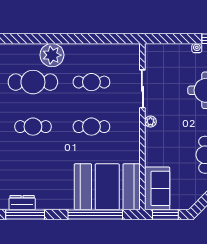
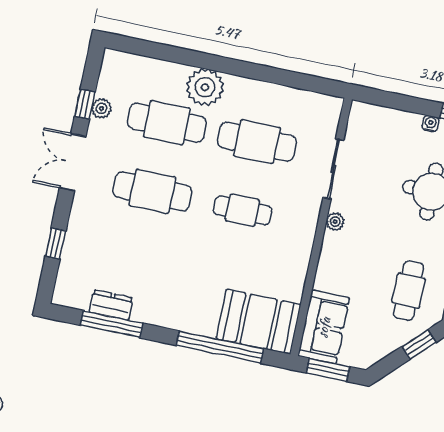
cafe table: (91, 82) -> (257, 142), width x1.37, depth x1.35
cafe table: (33, 127) -> (152, 191), width x1.37, depth x1.35
booth: (107, 187) -> (259, 322), width x0.73, depth x0.70

